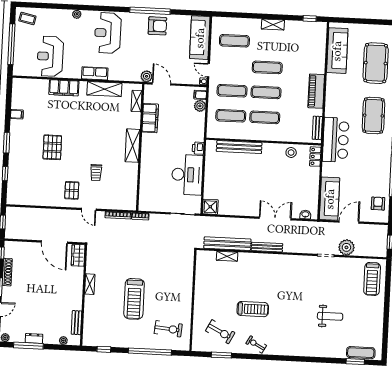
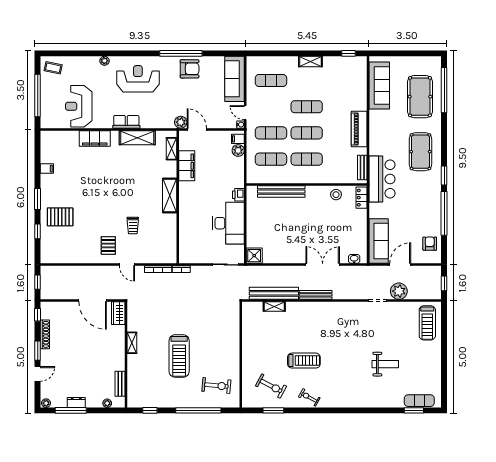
reception desk: (108, 33) -> (138, 79), turned 90
pallet: (52, 147) -> (60, 217), moved, turned 90

